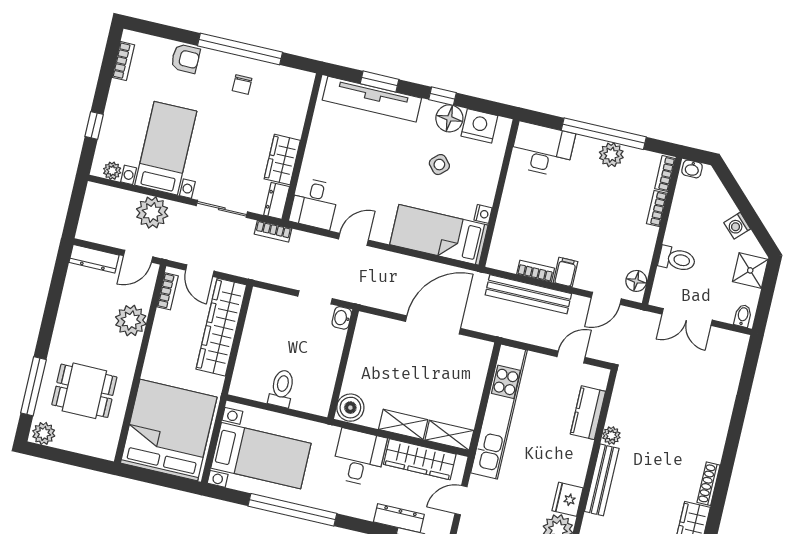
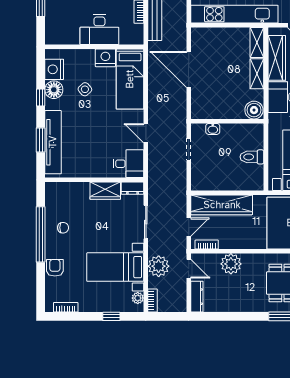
desk: (542, 150) -> (99, 30), moved, turned -90
nightstand: (483, 214) -> (105, 58), width x1.89, depth x1.79
bookcase: (273, 231) -> (153, 301), moved
washbasin: (342, 318) -> (213, 129), moved

